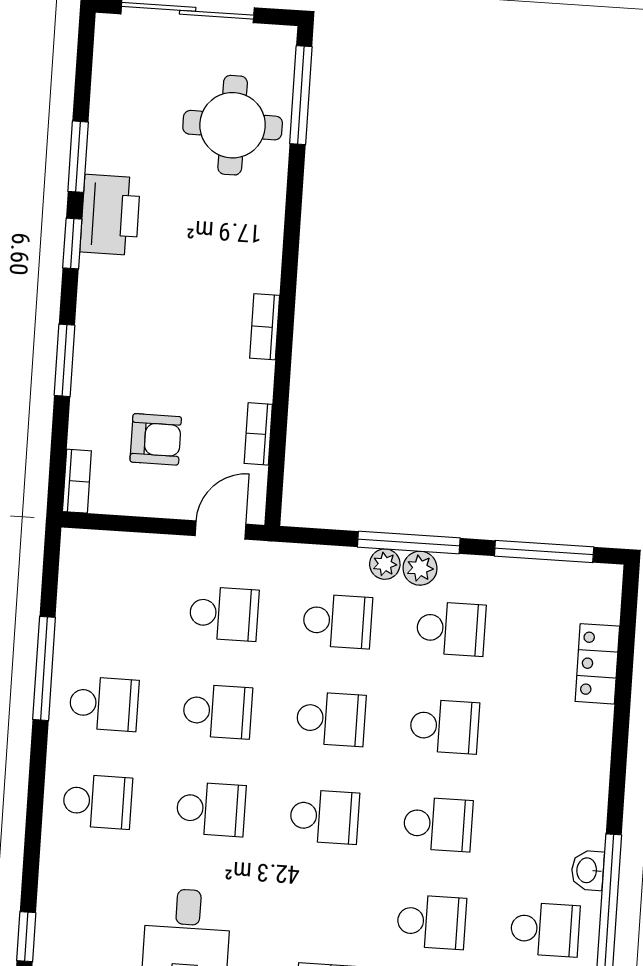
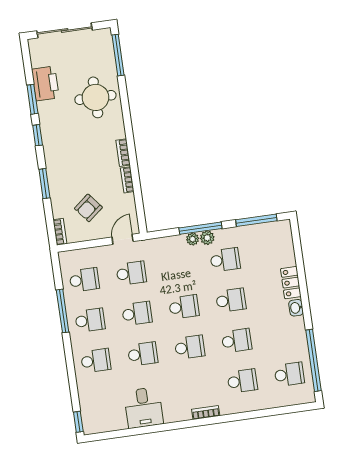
round table: (233, 125) -> (95, 97), moved
printer: (110, 215) -> (45, 83), moved
bookcase: (258, 434) -> (127, 180), moved
armchair: (156, 439) -> (88, 208), turned 141
school desk: (338, 621) -> (84, 280), moved
locker: (597, 664) -> (291, 283), moved
washbasin: (588, 870) -> (296, 308), moved

